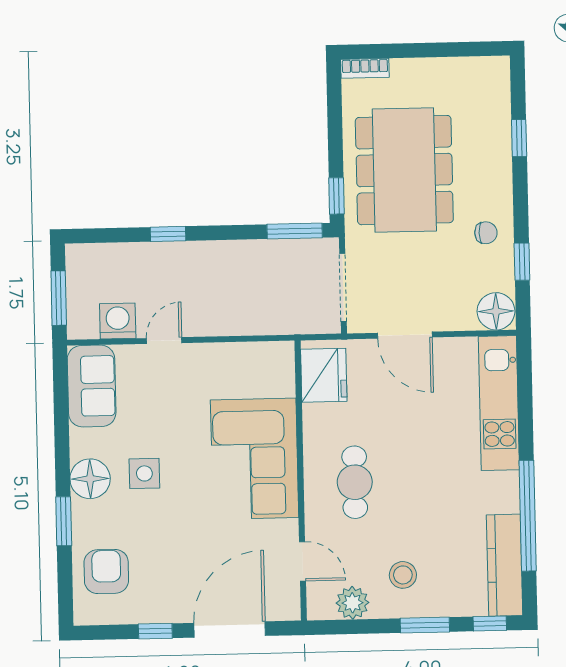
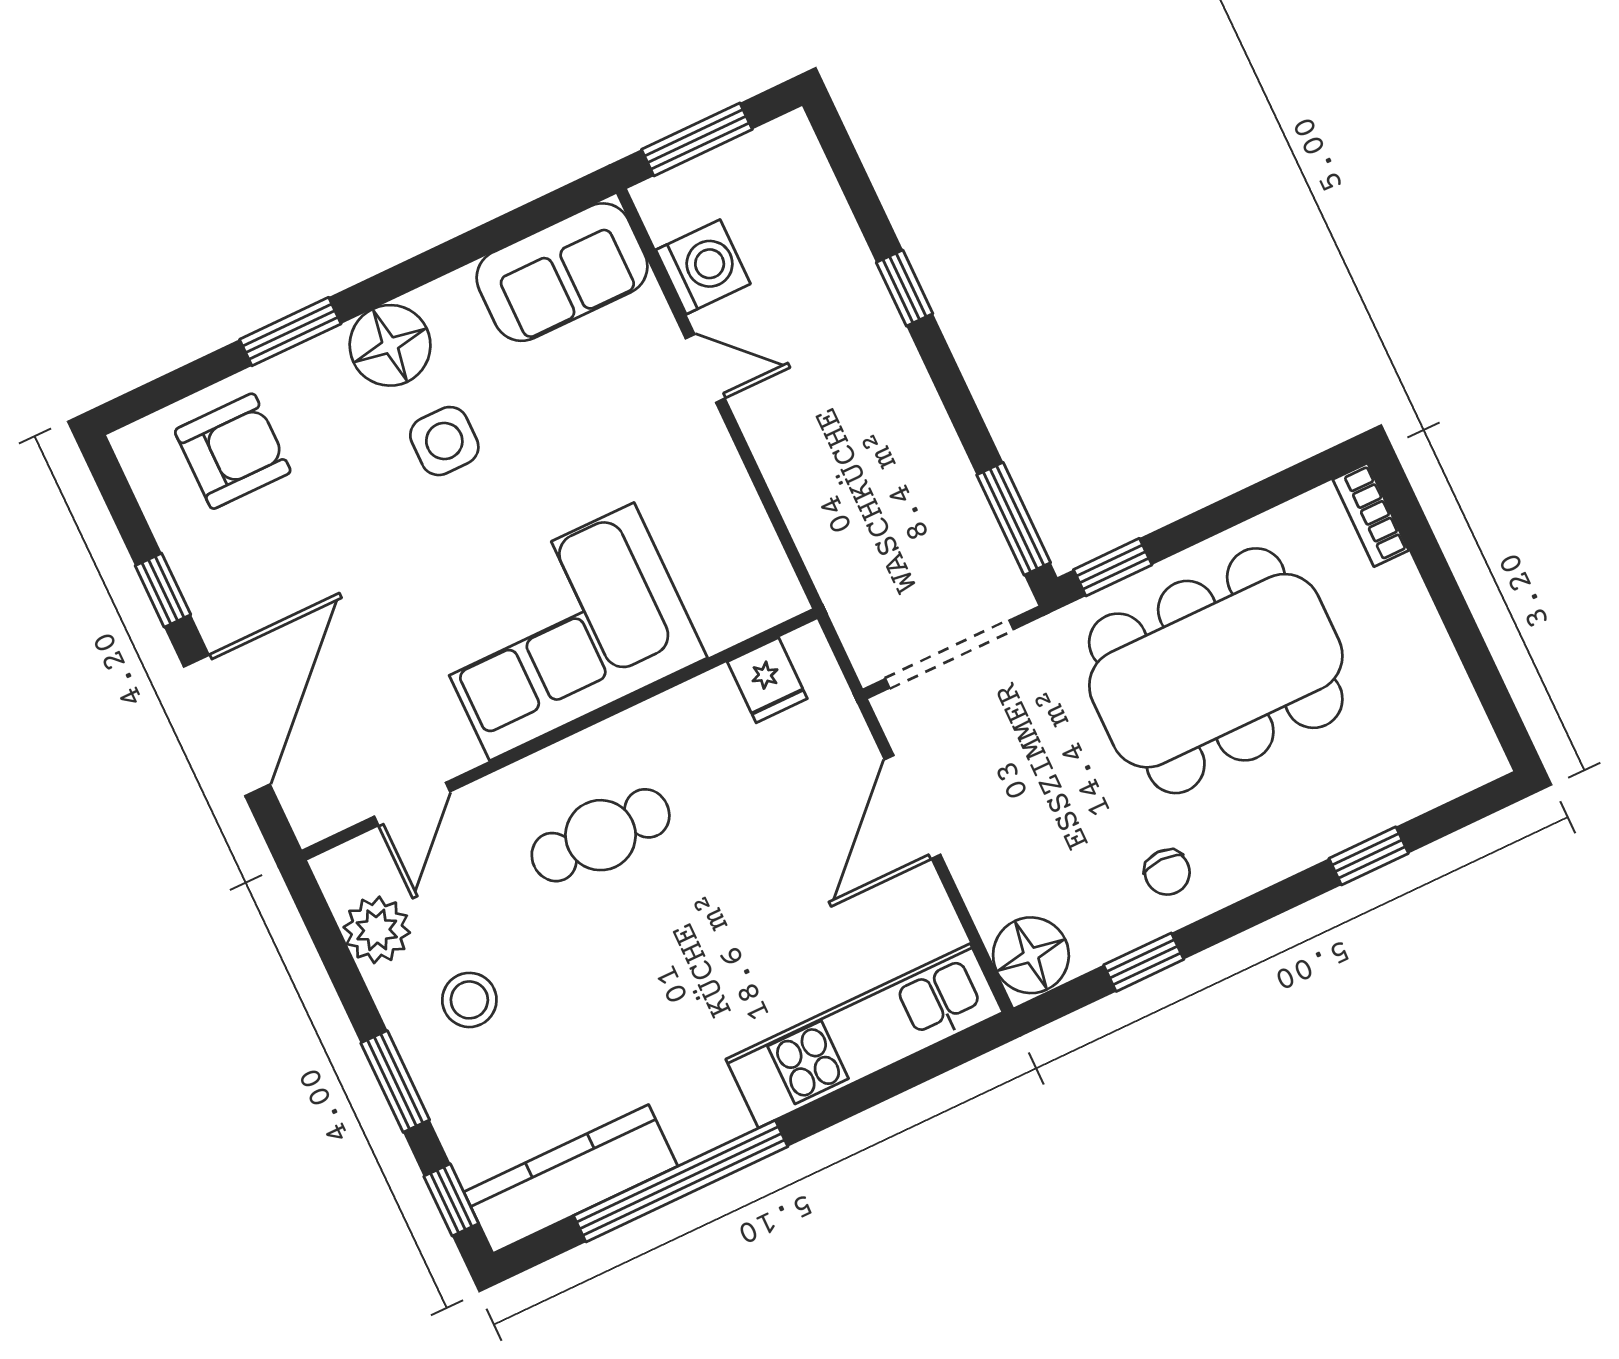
fridge: (324, 375) -> (767, 680), width x0.53, depth x0.75
door: (230, 629) -> (227, 726), hinge flipped

